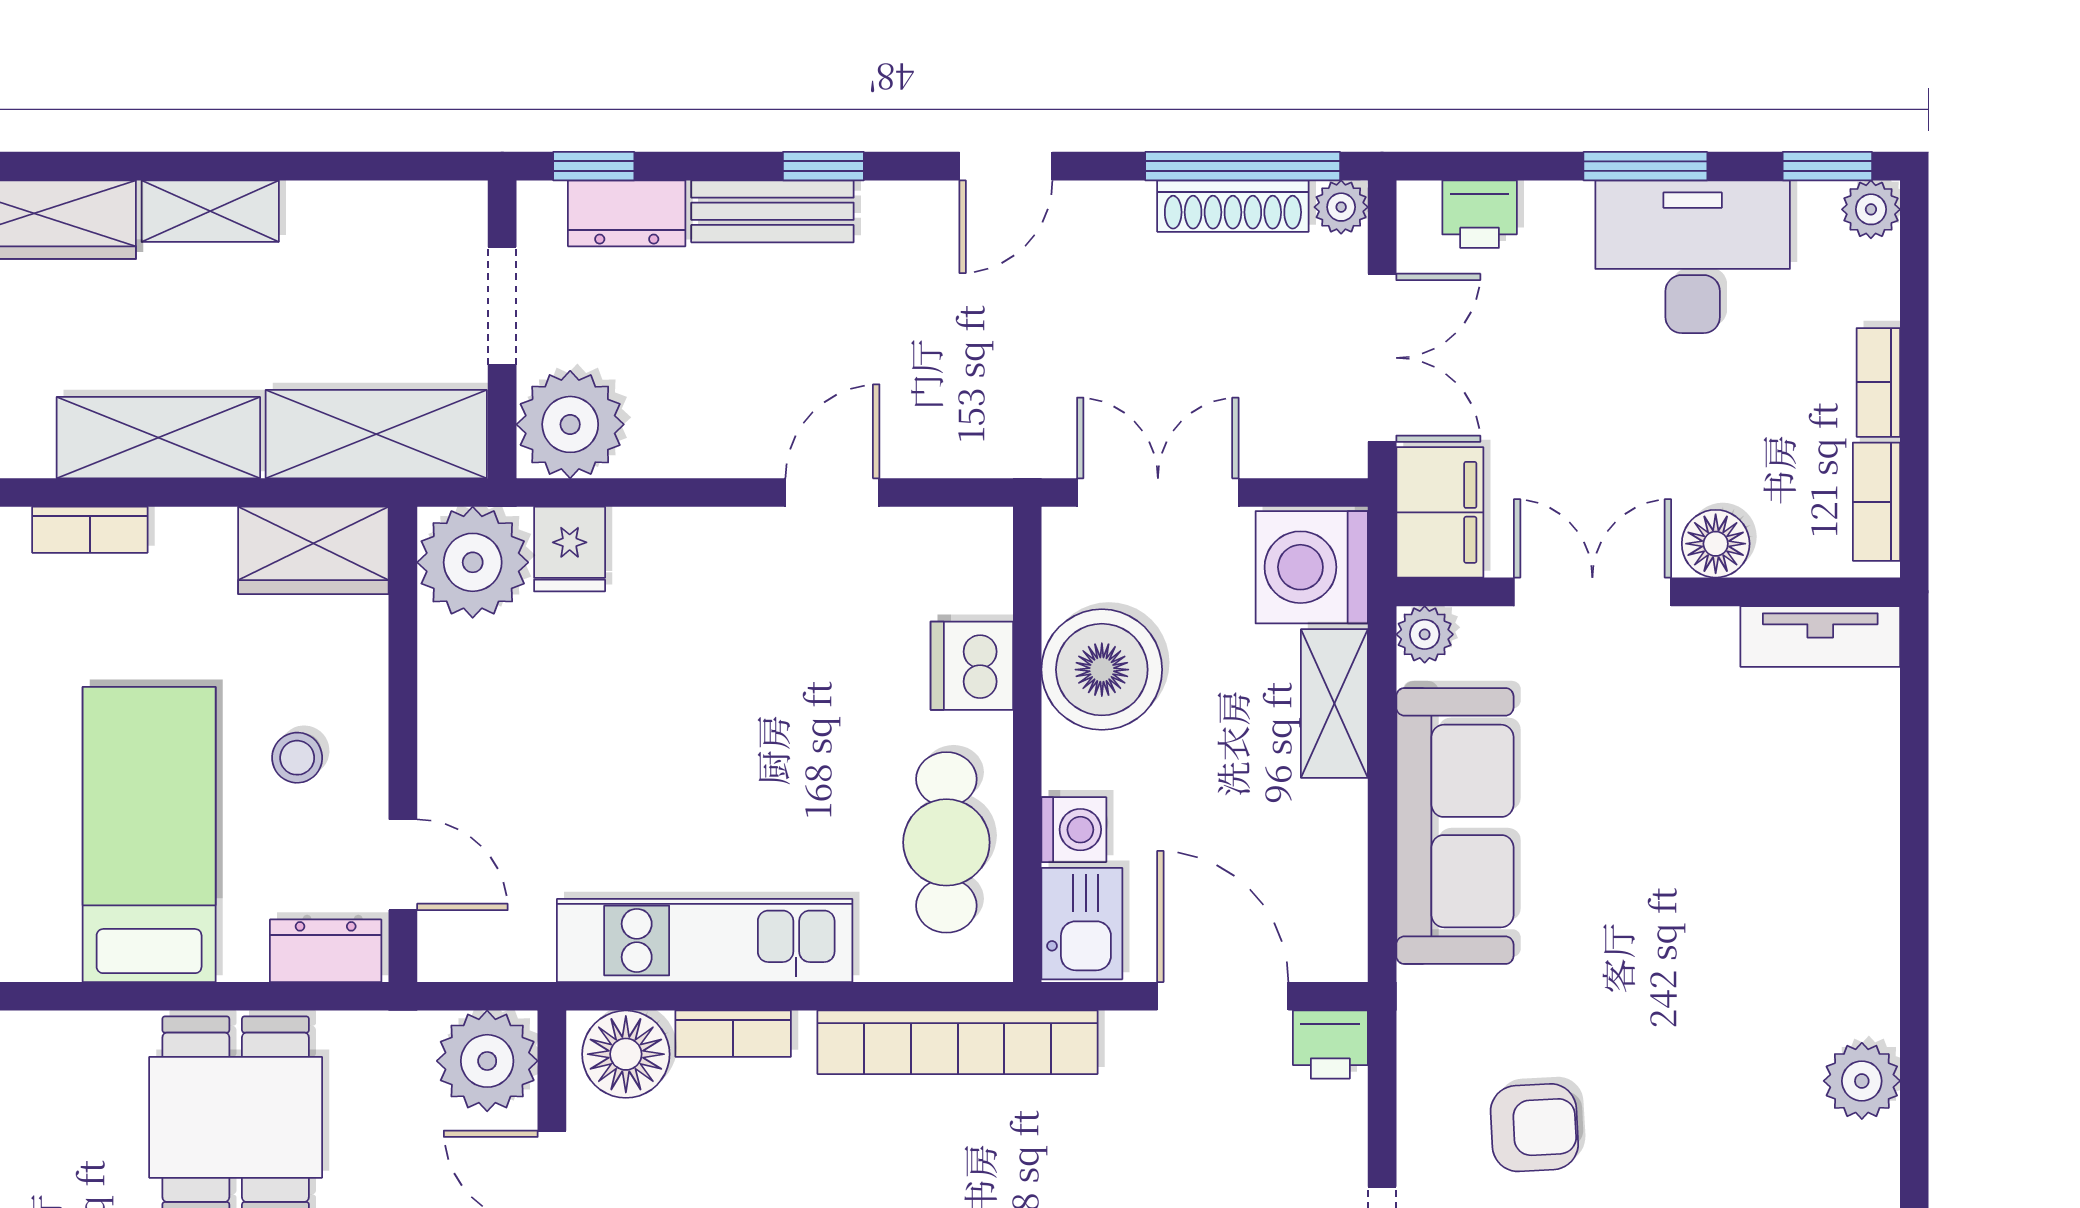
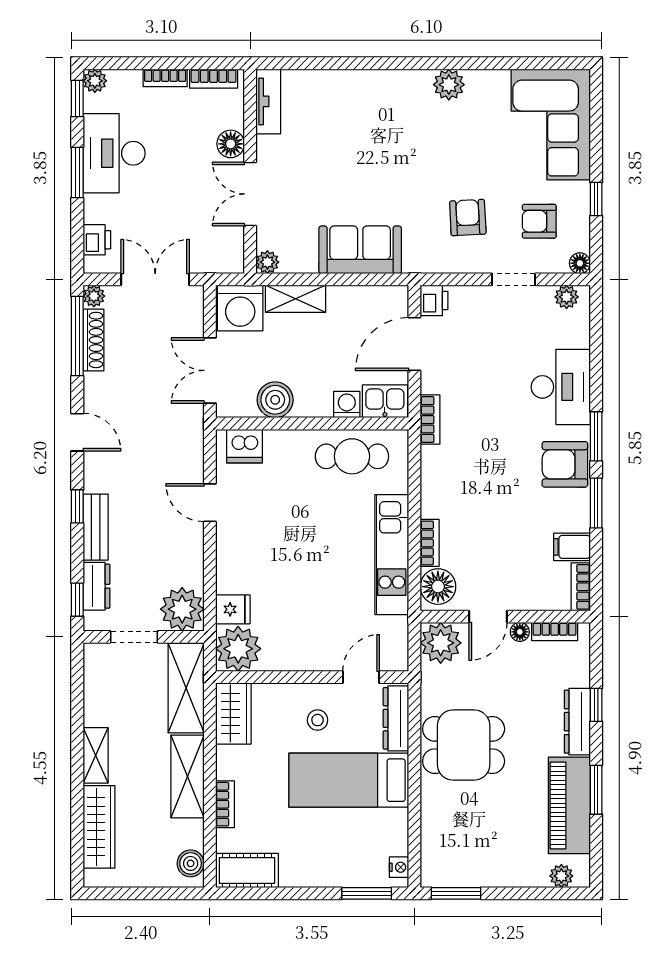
filing cabinet: (1440, 512) -> (218, 256), removed
dishwasher: (972, 666) -> (244, 446), moved
boiler: (1102, 670) -> (275, 400), width x0.73, depth x0.73
sofa: (1455, 826) -> (360, 250), width x0.73
dresser: (326, 951) -> (396, 718), width x1.44
bookcase: (958, 1042) -> (430, 420), width x0.43, depth x0.76

